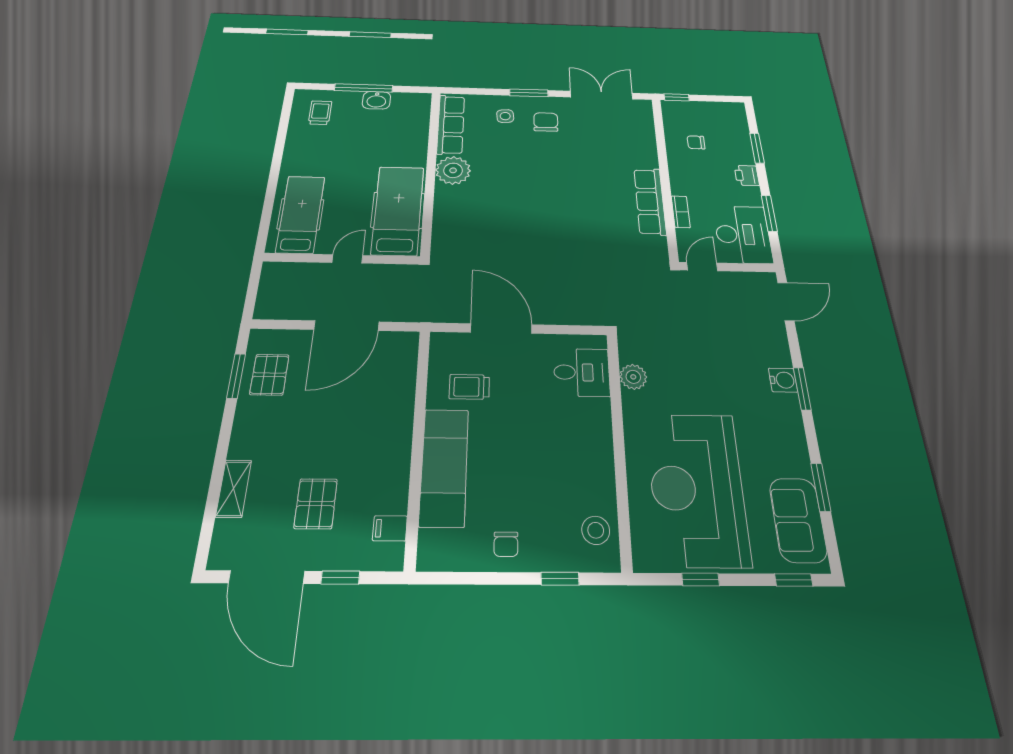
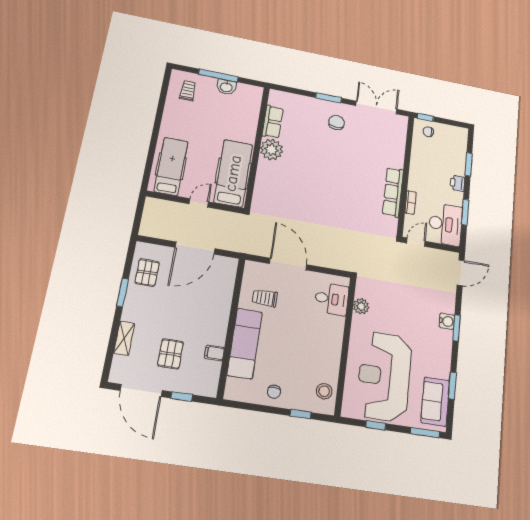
side table: (505, 116) -> (310, 114), removed
row of seats: (451, 124) -> (273, 122), width x0.68
chair: (696, 142) -> (428, 132), moved
window: (236, 376) -> (123, 293), moved
filing cabinet: (390, 528) -> (214, 353), moved
window: (794, 580) -> (425, 433), width x1.50

